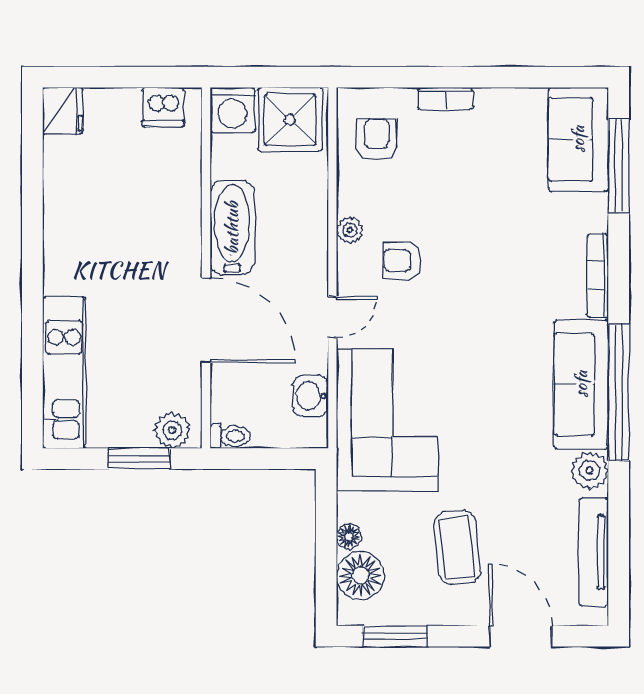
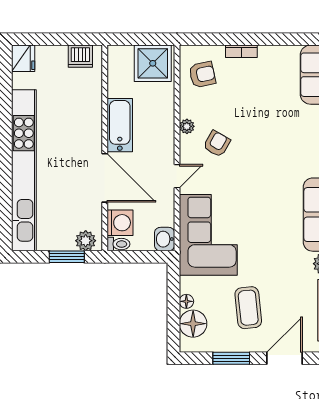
washing machine: (233, 110) -> (120, 223), moved, turned -90
armchair: (377, 139) -> (202, 75), turned 78
armchair: (402, 260) -> (217, 144), turned 120
kitchen unit: (64, 372) -> (24, 170), width x1.86
washbasin: (311, 396) -> (165, 239), moved
window: (395, 636) -> (231, 358), moved
door: (521, 636) -> (284, 358), hinge flipped

